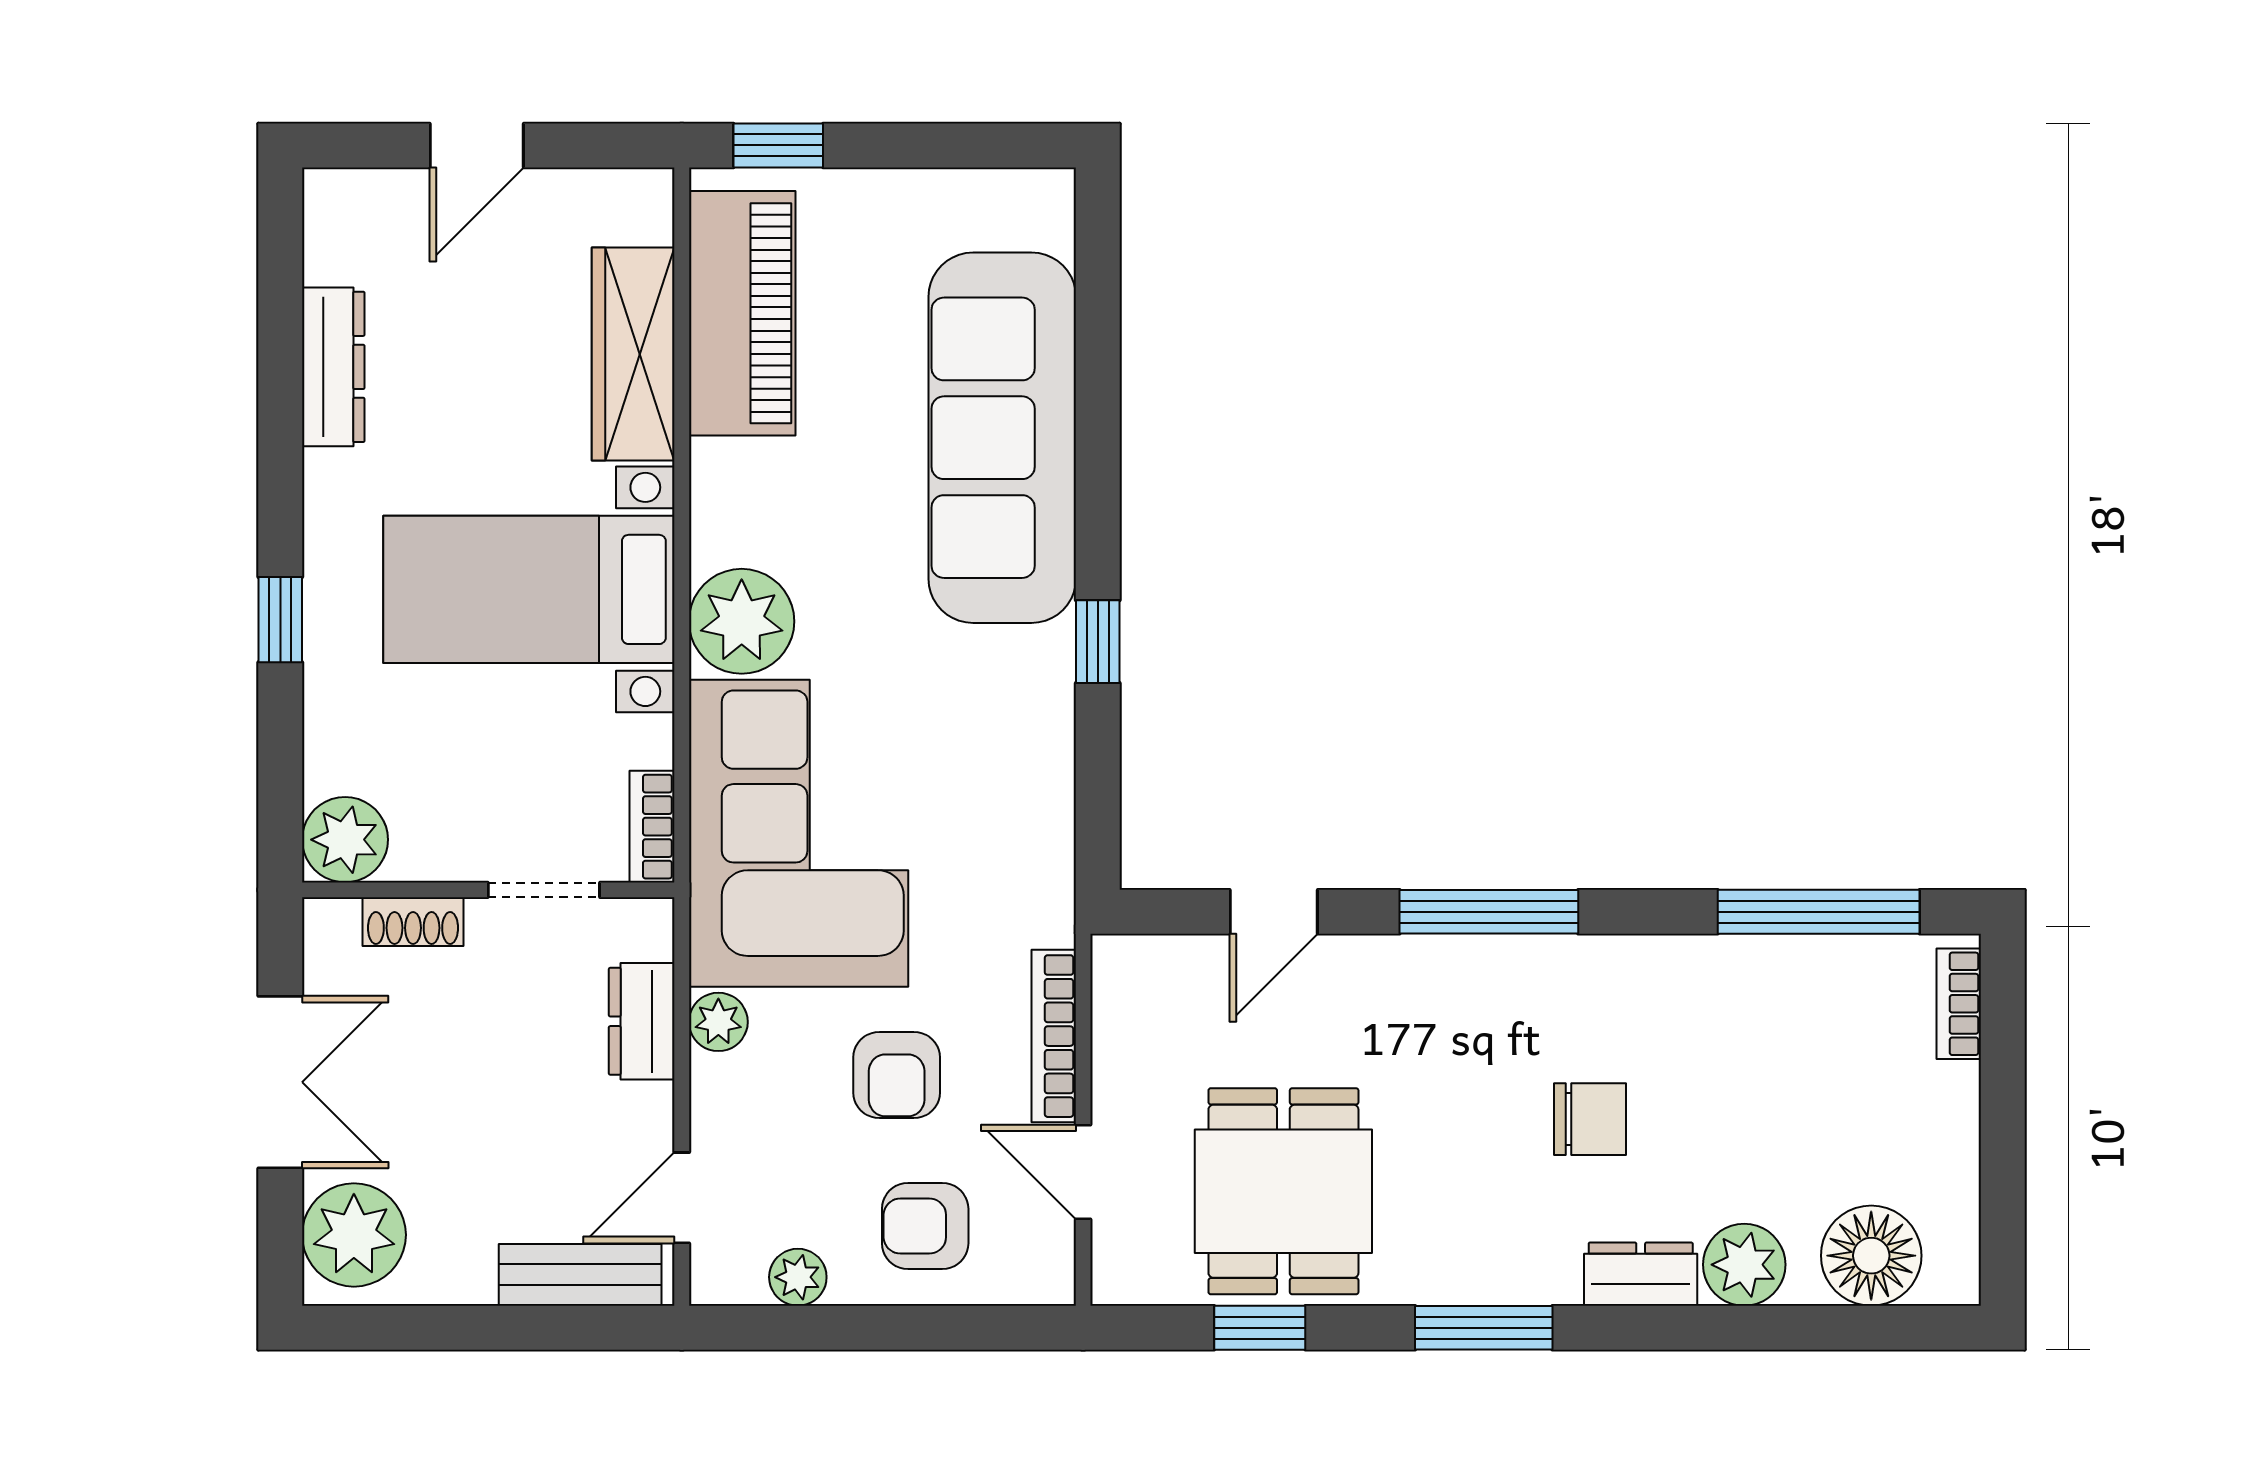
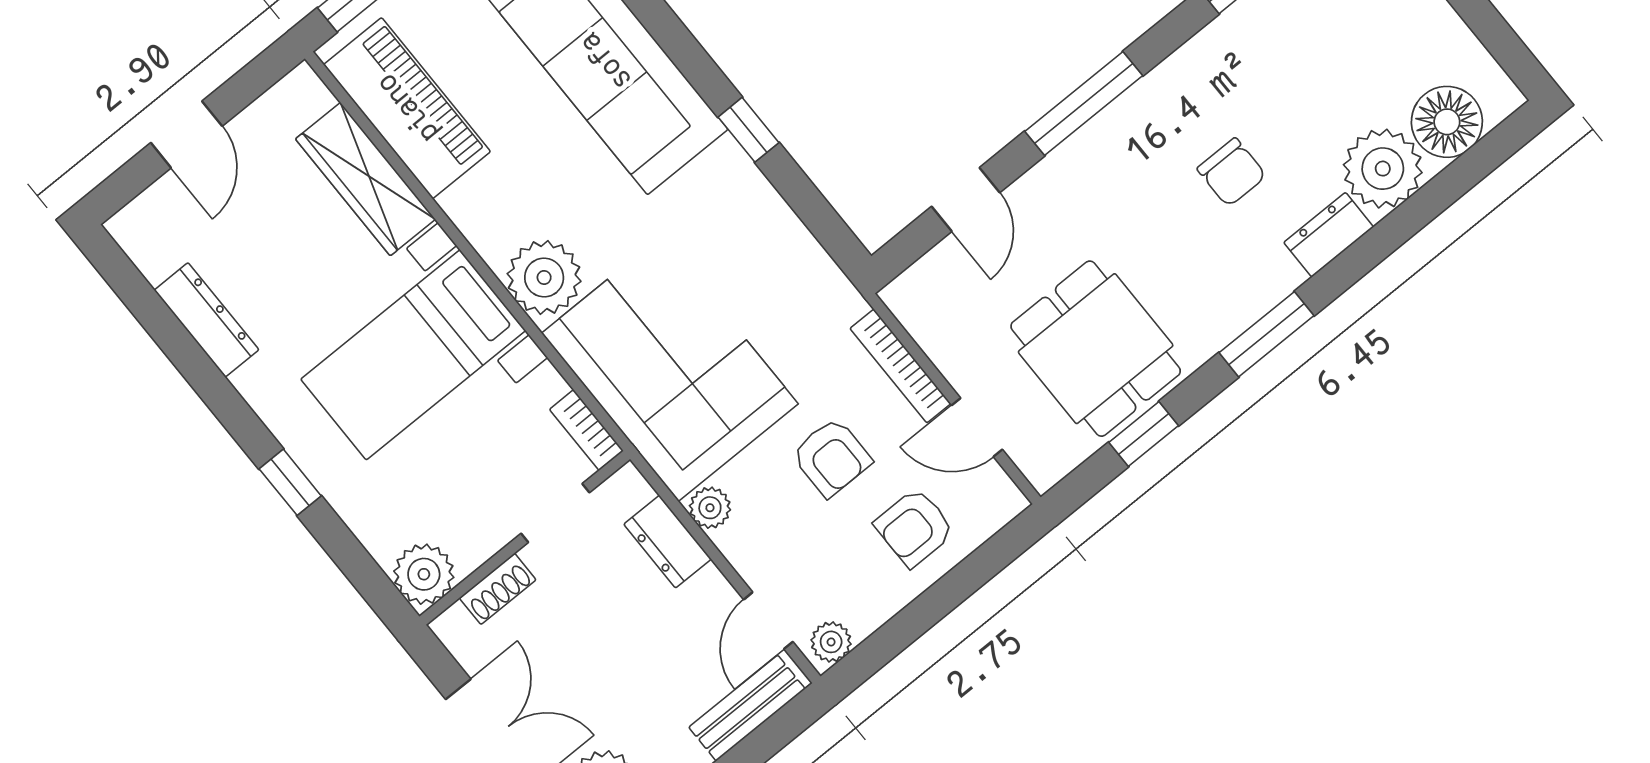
chair: (1590, 1119) -> (1232, 172), turned 90
plant: (1744, 1265) -> (1383, 169), width x1.36, depth x1.36
plant: (798, 1277) -> (831, 642), moved

